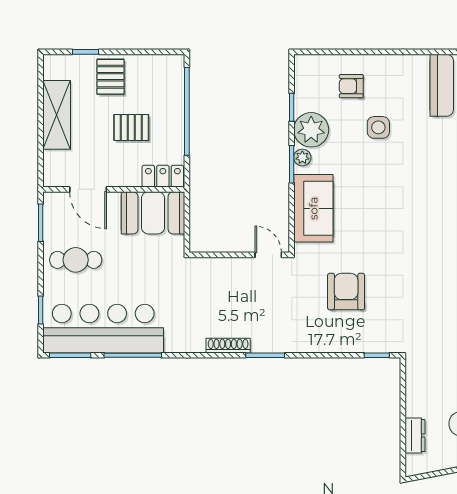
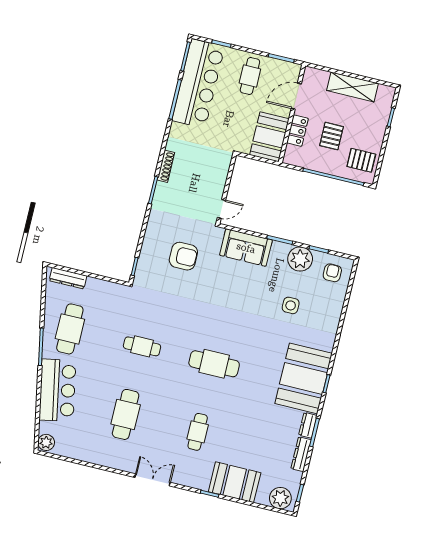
pallet: (110, 77) -> (361, 160), moved
armchair: (351, 86) -> (332, 273), moved
plant: (302, 157) -> (283, 248), removed
locker: (163, 176) -> (297, 131), moved
dresser: (415, 436) -> (68, 278), width x1.44

